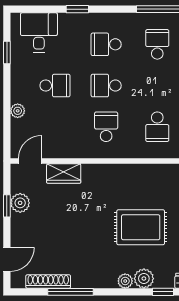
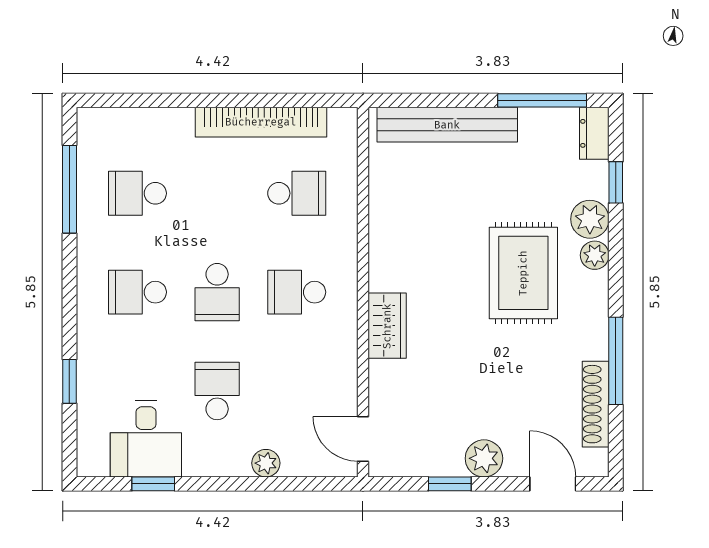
window: (77, 9) -> (69, 381), moved
desk: (39, 32) -> (146, 439), moved, turned -90
school desk: (106, 44) -> (137, 292), turned 90
wardrobe: (64, 174) -> (387, 326), moved
plant: (20, 203) -> (484, 458), moved
rug: (141, 227) -> (523, 273), moved

